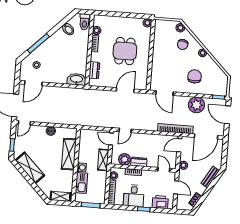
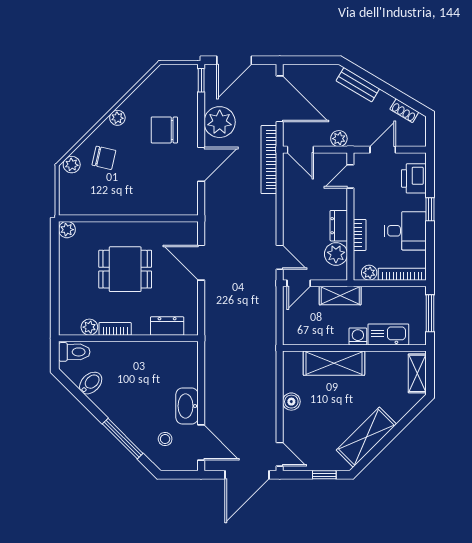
washbasin: (76, 79) -> (187, 406), moved
door: (164, 93) -> (201, 164), moved

